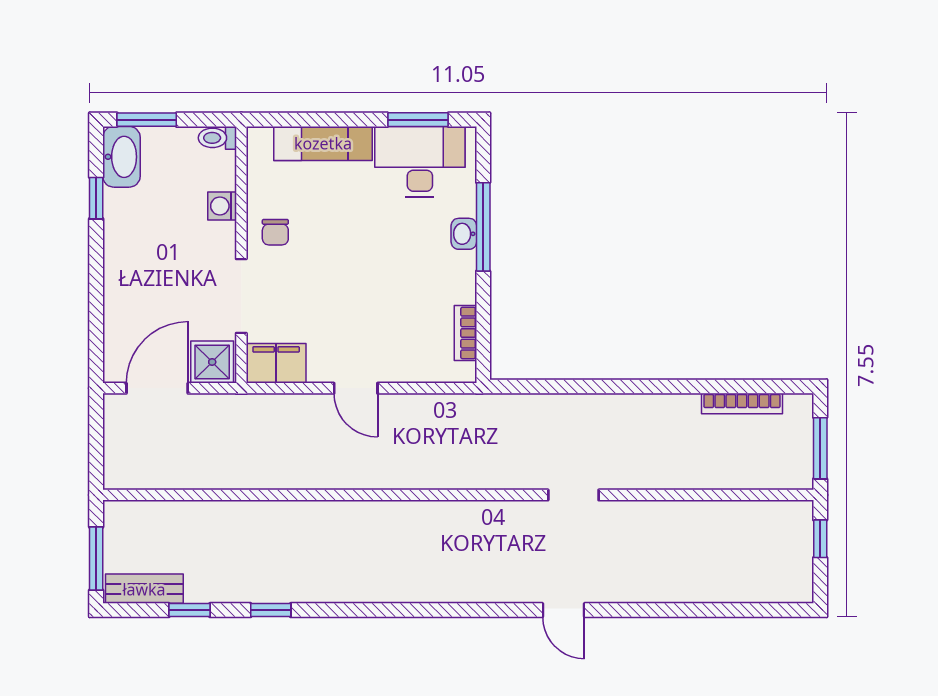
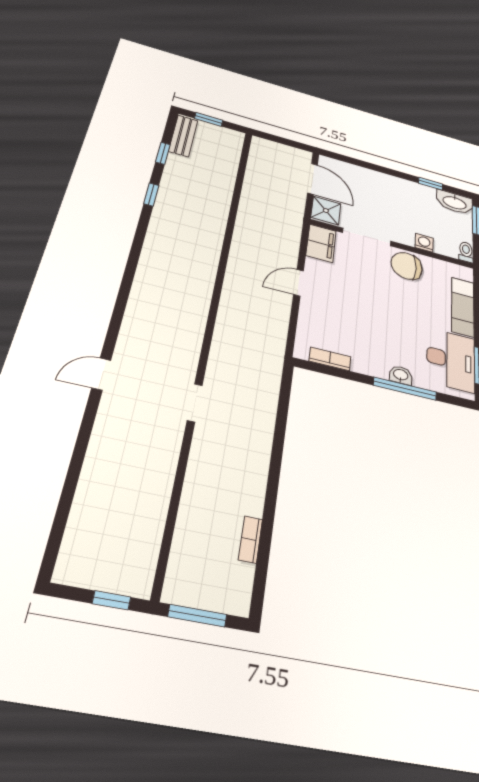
chair: (275, 232) -> (407, 266), width x1.87, depth x1.87
bookcase: (742, 404) -> (251, 539), width x0.64
window: (96, 559) -> (209, 119), width x0.67

